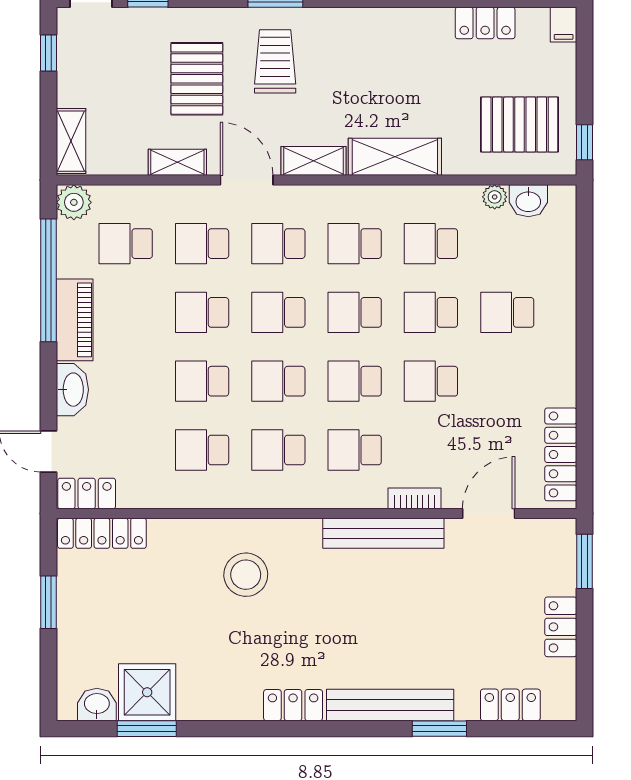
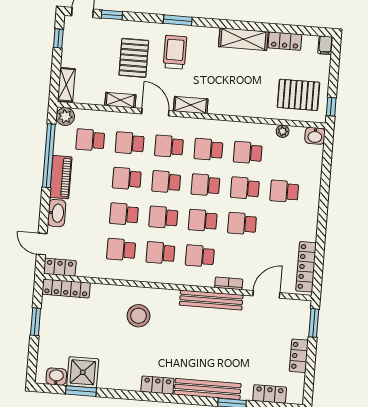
shelving: (395, 157) -> (243, 39), moved
washbasin: (528, 201) -> (315, 136), moved

